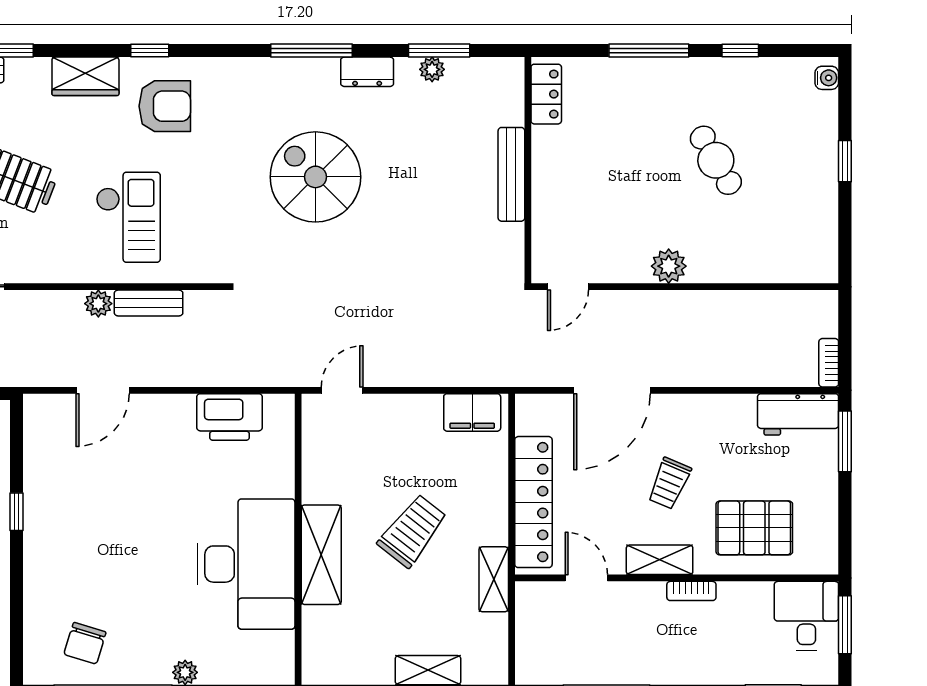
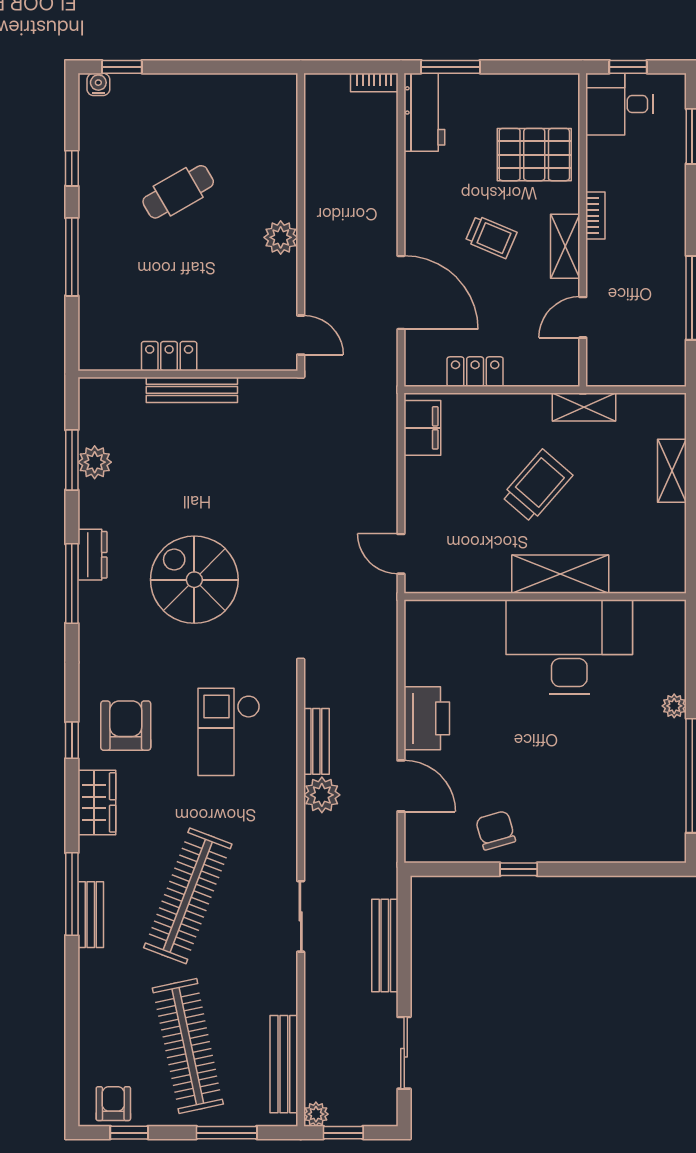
plant: (432, 69) -> (95, 462), width x1.38, depth x1.38
dresser: (367, 72) -> (92, 555), moved
locker: (546, 94) -> (169, 356), moved
window: (845, 161) -> (122, 67), moved
spiral stairs: (315, 177) -> (194, 580), turned 90
checkout: (128, 217) -> (229, 732), moved, turned -90
plant: (98, 304) -> (322, 795), width x1.38, depth x1.38
printer: (229, 417) -> (427, 718), moved
locker: (533, 502) -> (475, 372), width x0.46, depth x0.83
pallet: (754, 528) -> (534, 155), turned 90
trolley: (412, 531) -> (537, 486), turned 93
window: (845, 625) -> (628, 67), width x0.67
chair: (85, 643) -> (496, 830), moved, turned -123

